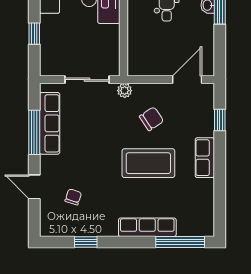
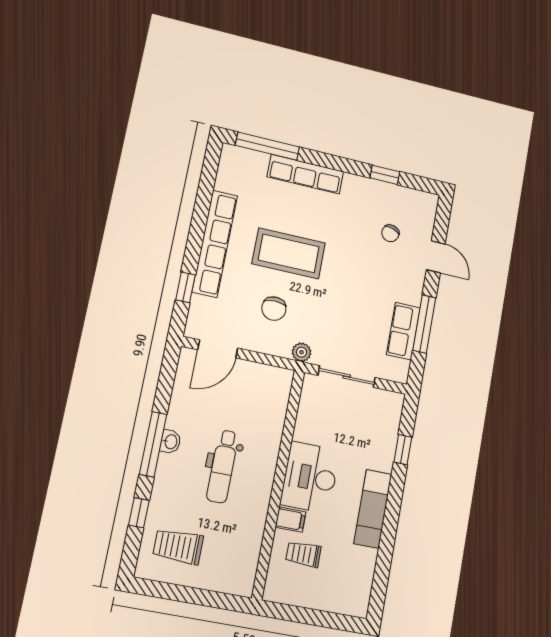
chair: (151, 119) -> (274, 309), turned -56
row of seats: (50, 123) -> (403, 331), width x0.68
row of seats: (205, 158) -> (215, 244), width x2.02

